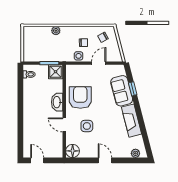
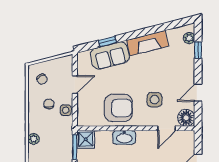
door: (99, 63) -> (75, 85), swing flipped
armchair: (80, 97) -> (118, 108), turned 180
door: (64, 125) -> (167, 128), moved
door: (105, 160) -> (198, 93), moved
window: (126, 160) -> (198, 50), added

